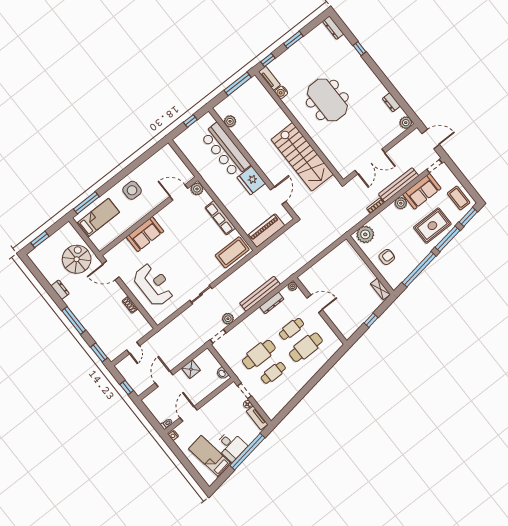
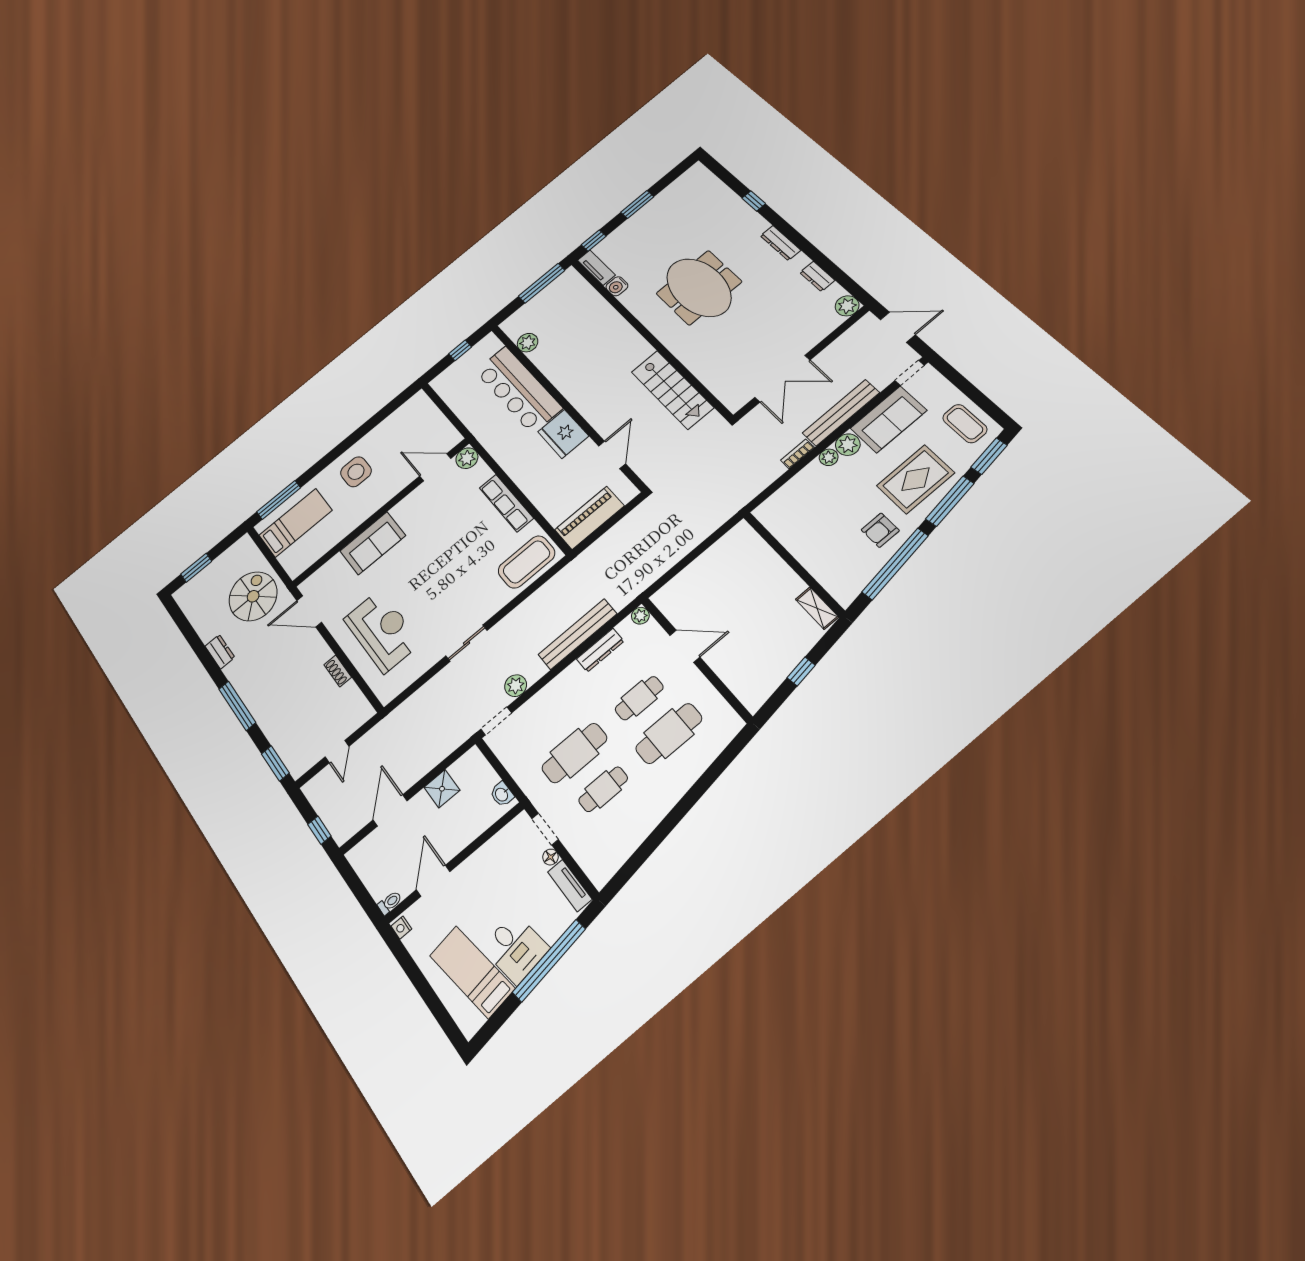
dresser: (333, 28) -> (780, 243), moved
stairs: (302, 157) -> (672, 390), width x0.73, depth x0.66
plant: (365, 234) -> (829, 457), moved, width x0.53, depth x0.53
armchair: (387, 257) -> (880, 530), moved, turned 180

